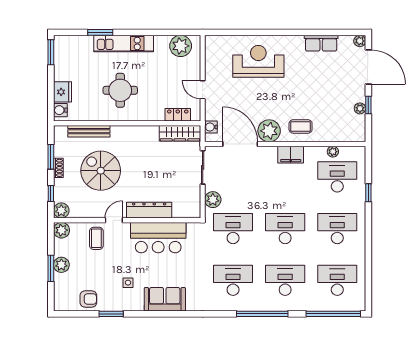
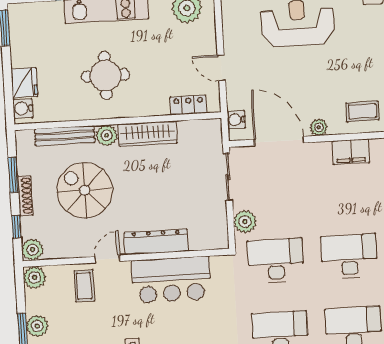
plant: (269, 131) -> (319, 127), width x0.53, depth x0.53
plant: (118, 133) -> (107, 135), added
wardrobe: (180, 133) -> (148, 134), moved
shoe rack: (58, 168) -> (25, 196), width x1.43

